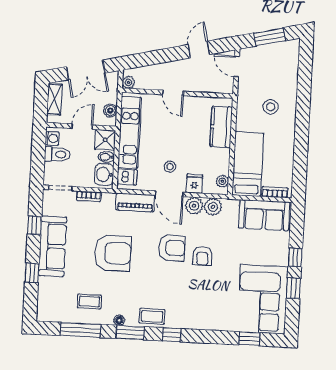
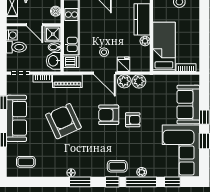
door: (82, 127) -> (35, 25), swing flipped
plant: (222, 181) -> (145, 41), moved
piano: (135, 202) -> (67, 81), moved
sofa: (264, 215) -> (188, 105), moved, turned 90
armchair: (172, 248) -> (109, 115), turned 180
armchair: (113, 253) -> (63, 121), turned -115
armchair: (203, 256) -> (133, 120), turned -90
coffee table: (89, 302) -> (26, 162), moved
coffee table: (152, 316) -> (117, 166), moved
plant: (210, 324) -> (142, 172), added
window: (81, 330) -> (141, 182), moved

